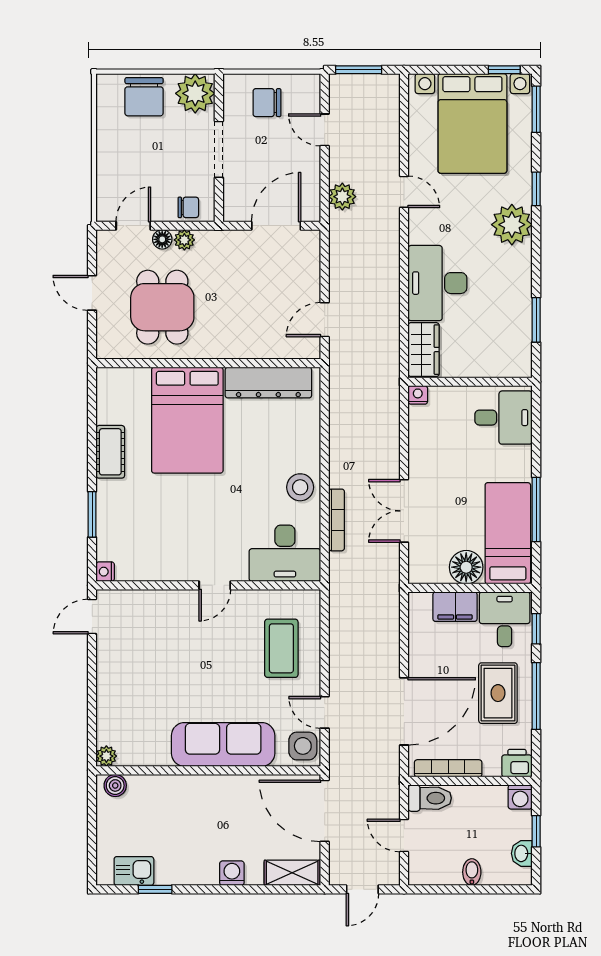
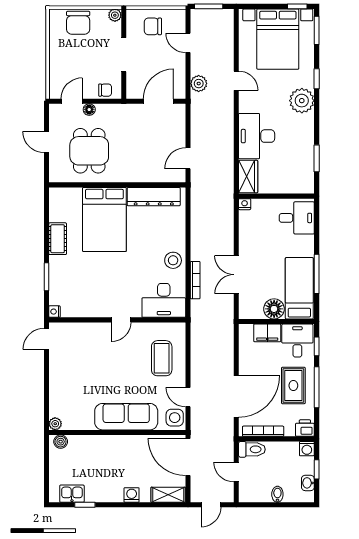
plant: (195, 93) -> (115, 15), width x0.53, depth x0.53
plant: (184, 240) -> (103, 110), removed

